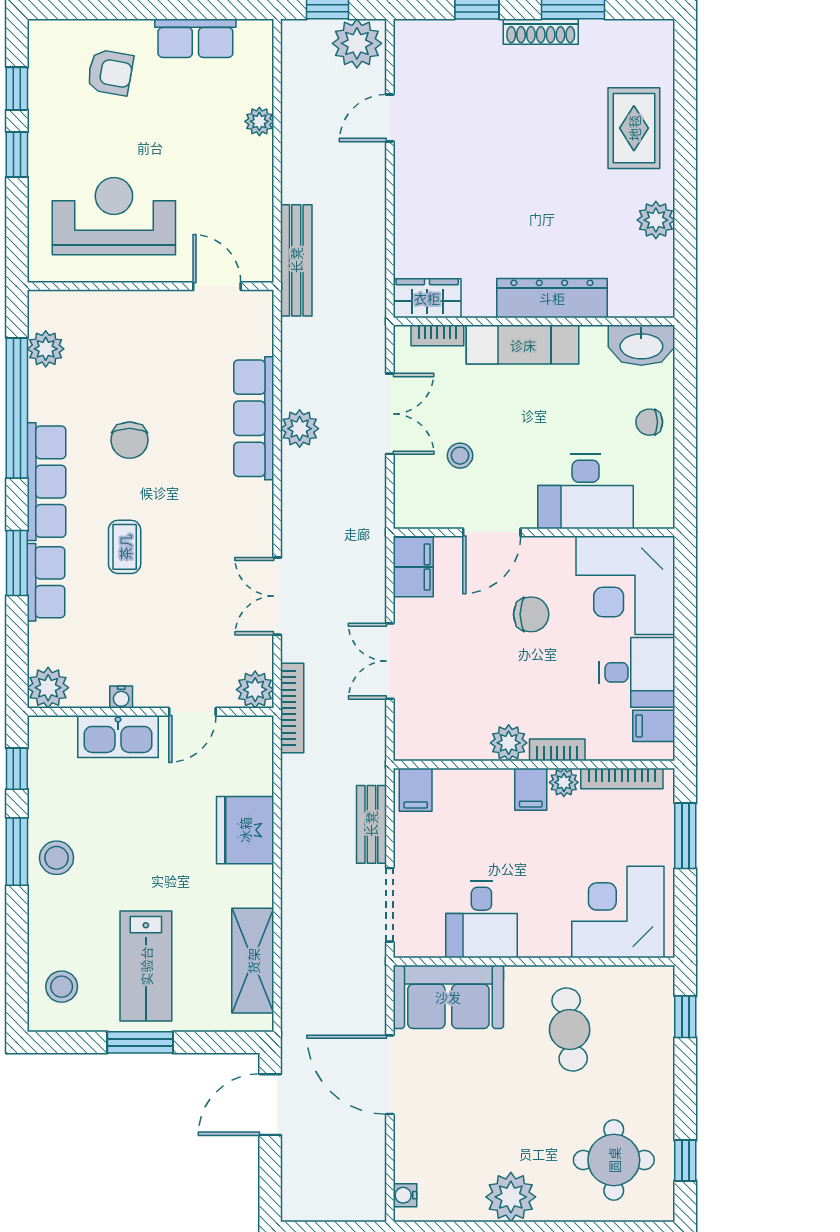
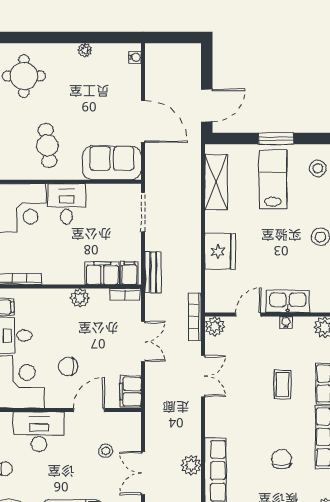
coffee table: (125, 547) -> (283, 384), moved
bookcase: (557, 750) -> (125, 294), moved
plant: (564, 782) -> (51, 277), removed
filing cabinet: (531, 789) -> (102, 273), moved, width x2.00
bench: (371, 824) -> (153, 272), moved
desk: (481, 919) -> (67, 204), moved
plant: (511, 1197) -> (85, 50), width x0.53, depth x0.53

